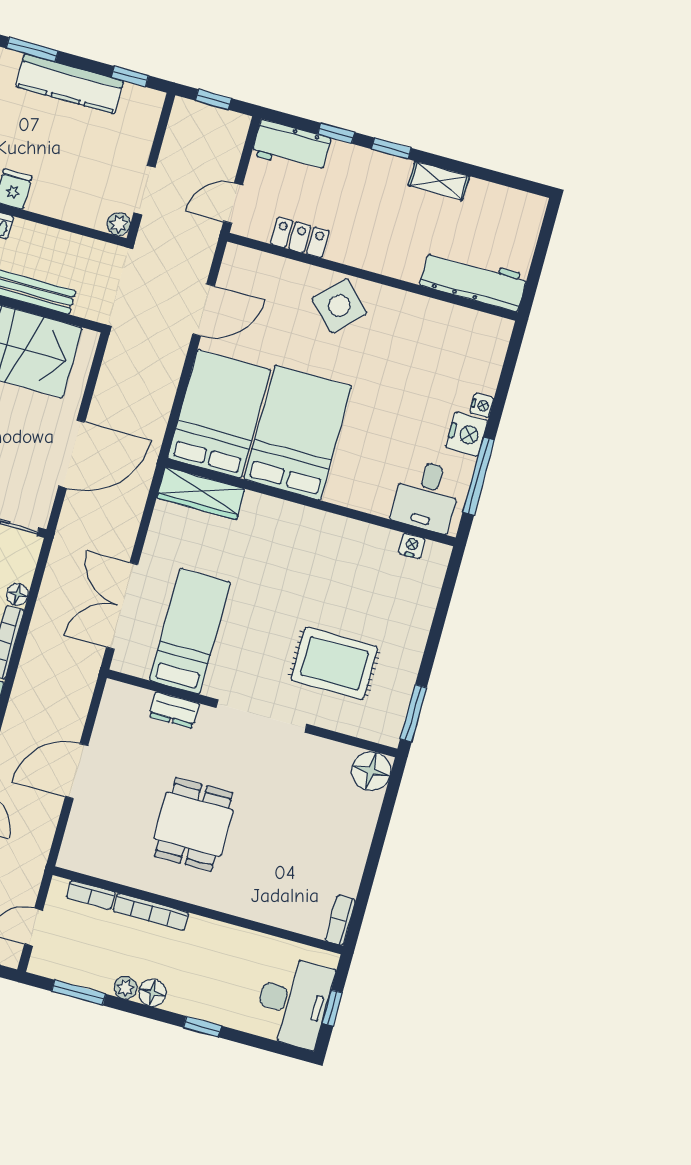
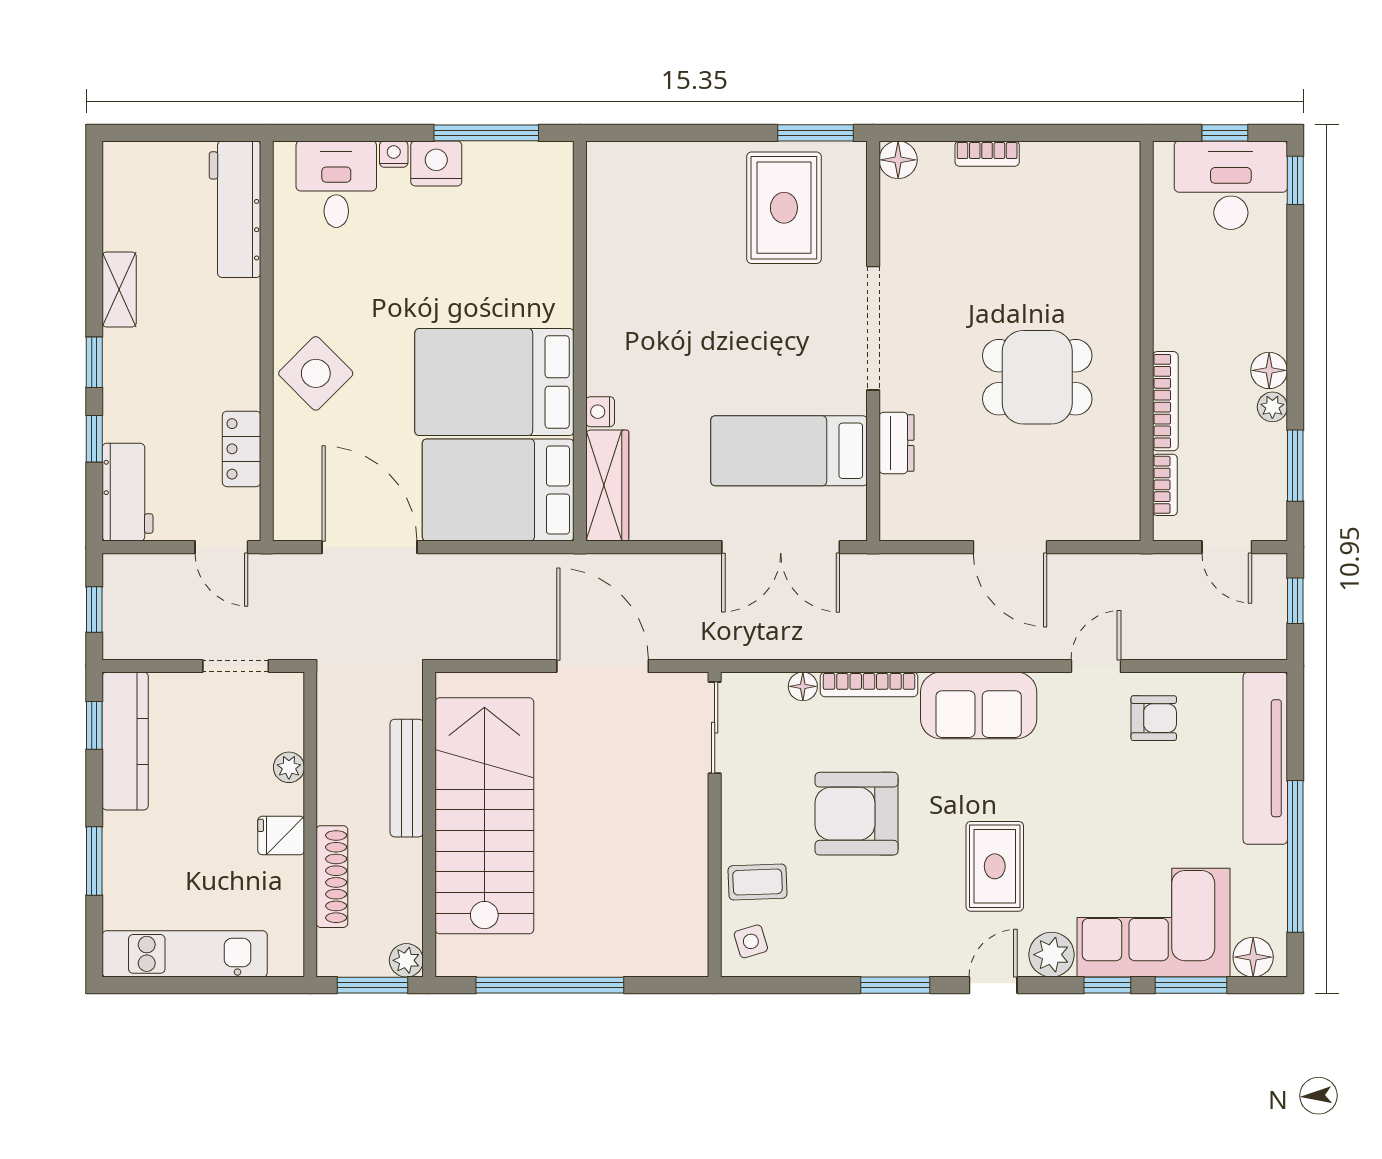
kitchen counter: (70, 84) -> (125, 741), moved
plant: (119, 224) -> (289, 767), moved
door: (204, 310) -> (370, 547), width x1.36
desk: (427, 496) -> (336, 184), moved, turned -90
nightstand: (412, 546) -> (600, 412), moved
rug: (334, 663) -> (784, 208), moved
floor lamp: (371, 771) -> (898, 160), width x0.73, depth x0.73
bookcase: (340, 920) -> (987, 154), moved
window: (202, 1027) -> (1295, 180), moved

